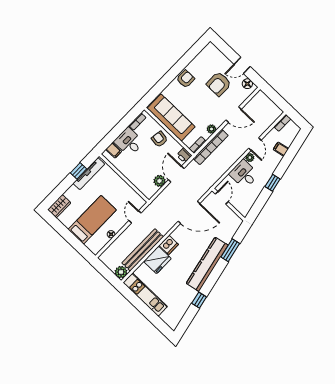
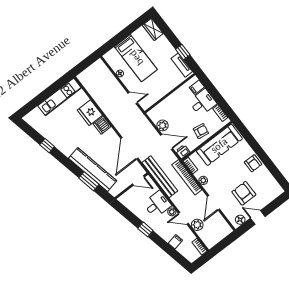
door: (242, 65) -> (258, 217), hinge flipped
tv unit: (89, 174) -> (182, 65), width x0.71
bench: (143, 250) -> (160, 177), moved
kitchen counter: (207, 264) -> (93, 170), moved
plant: (121, 272) -> (197, 225), moved

